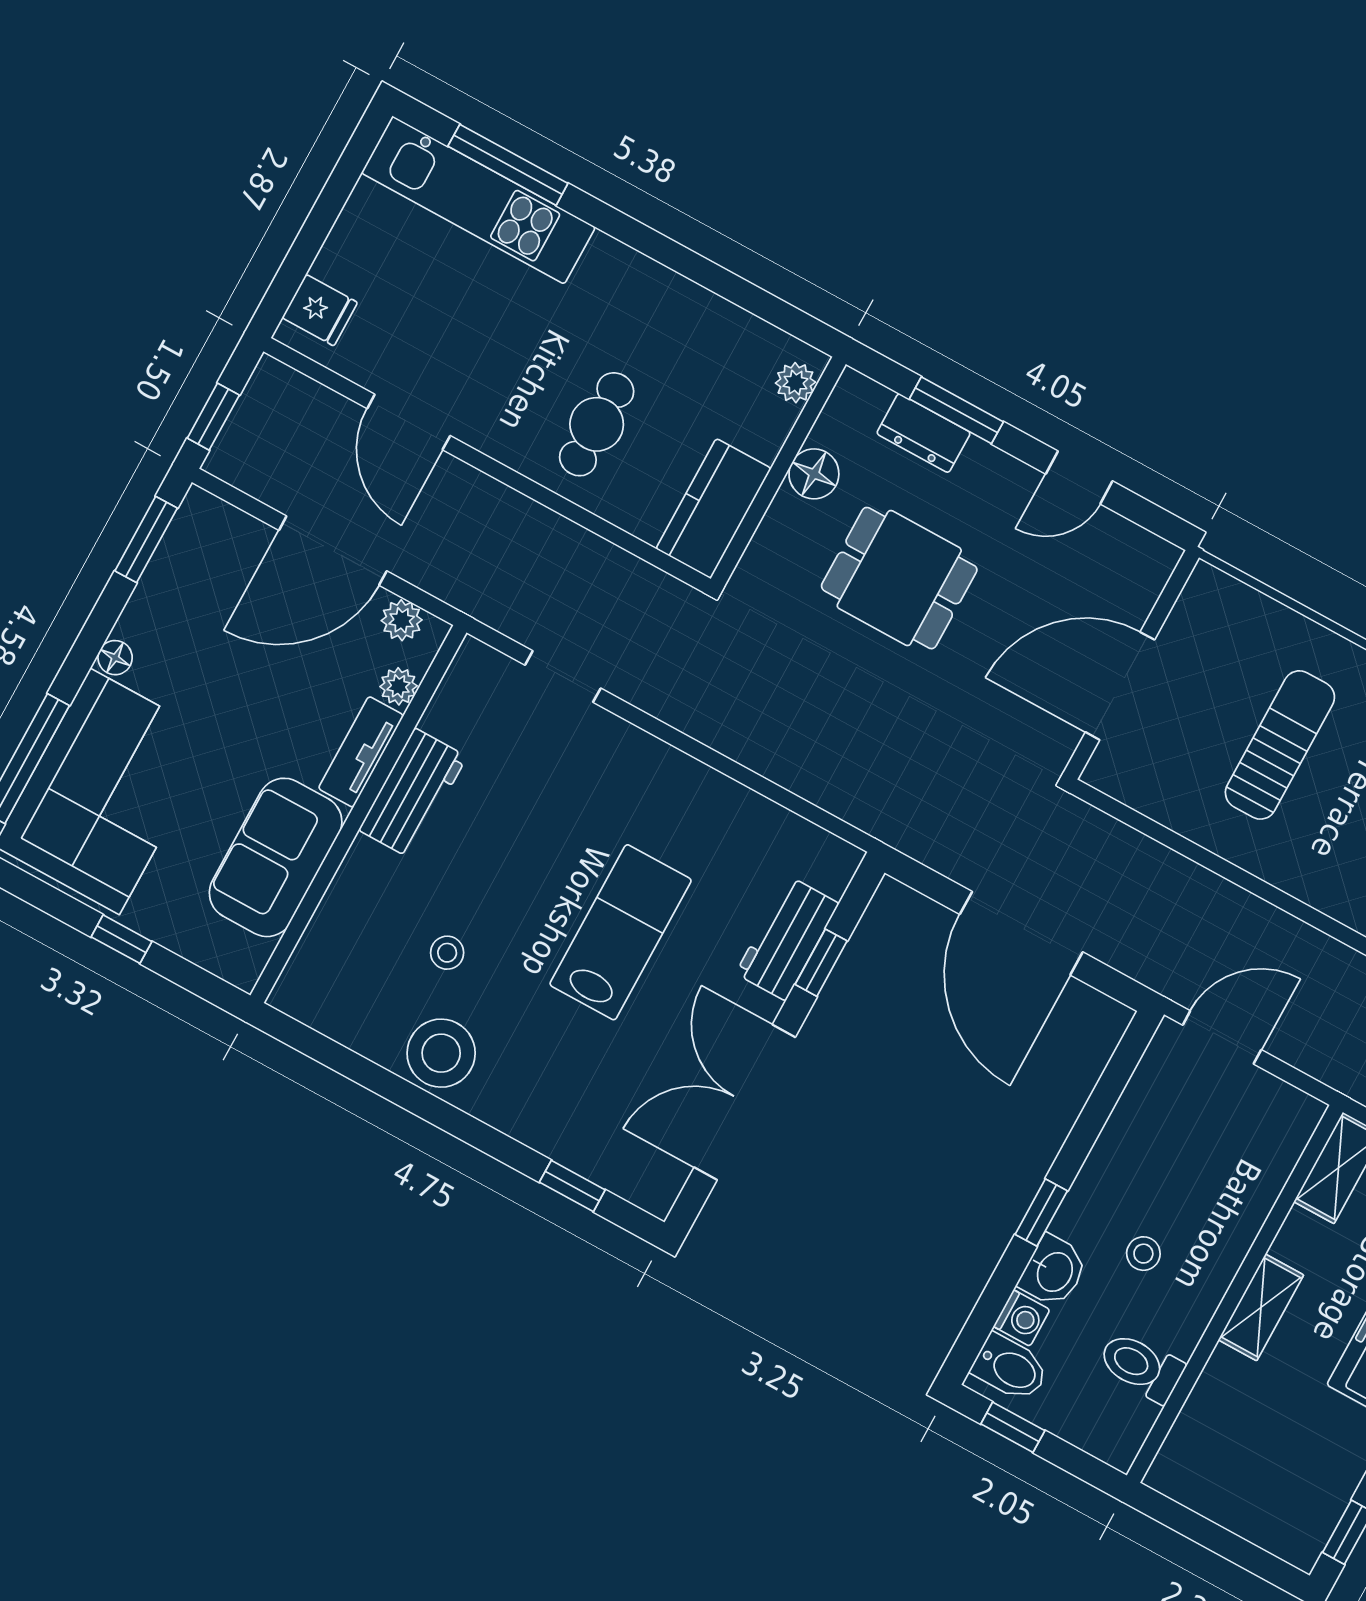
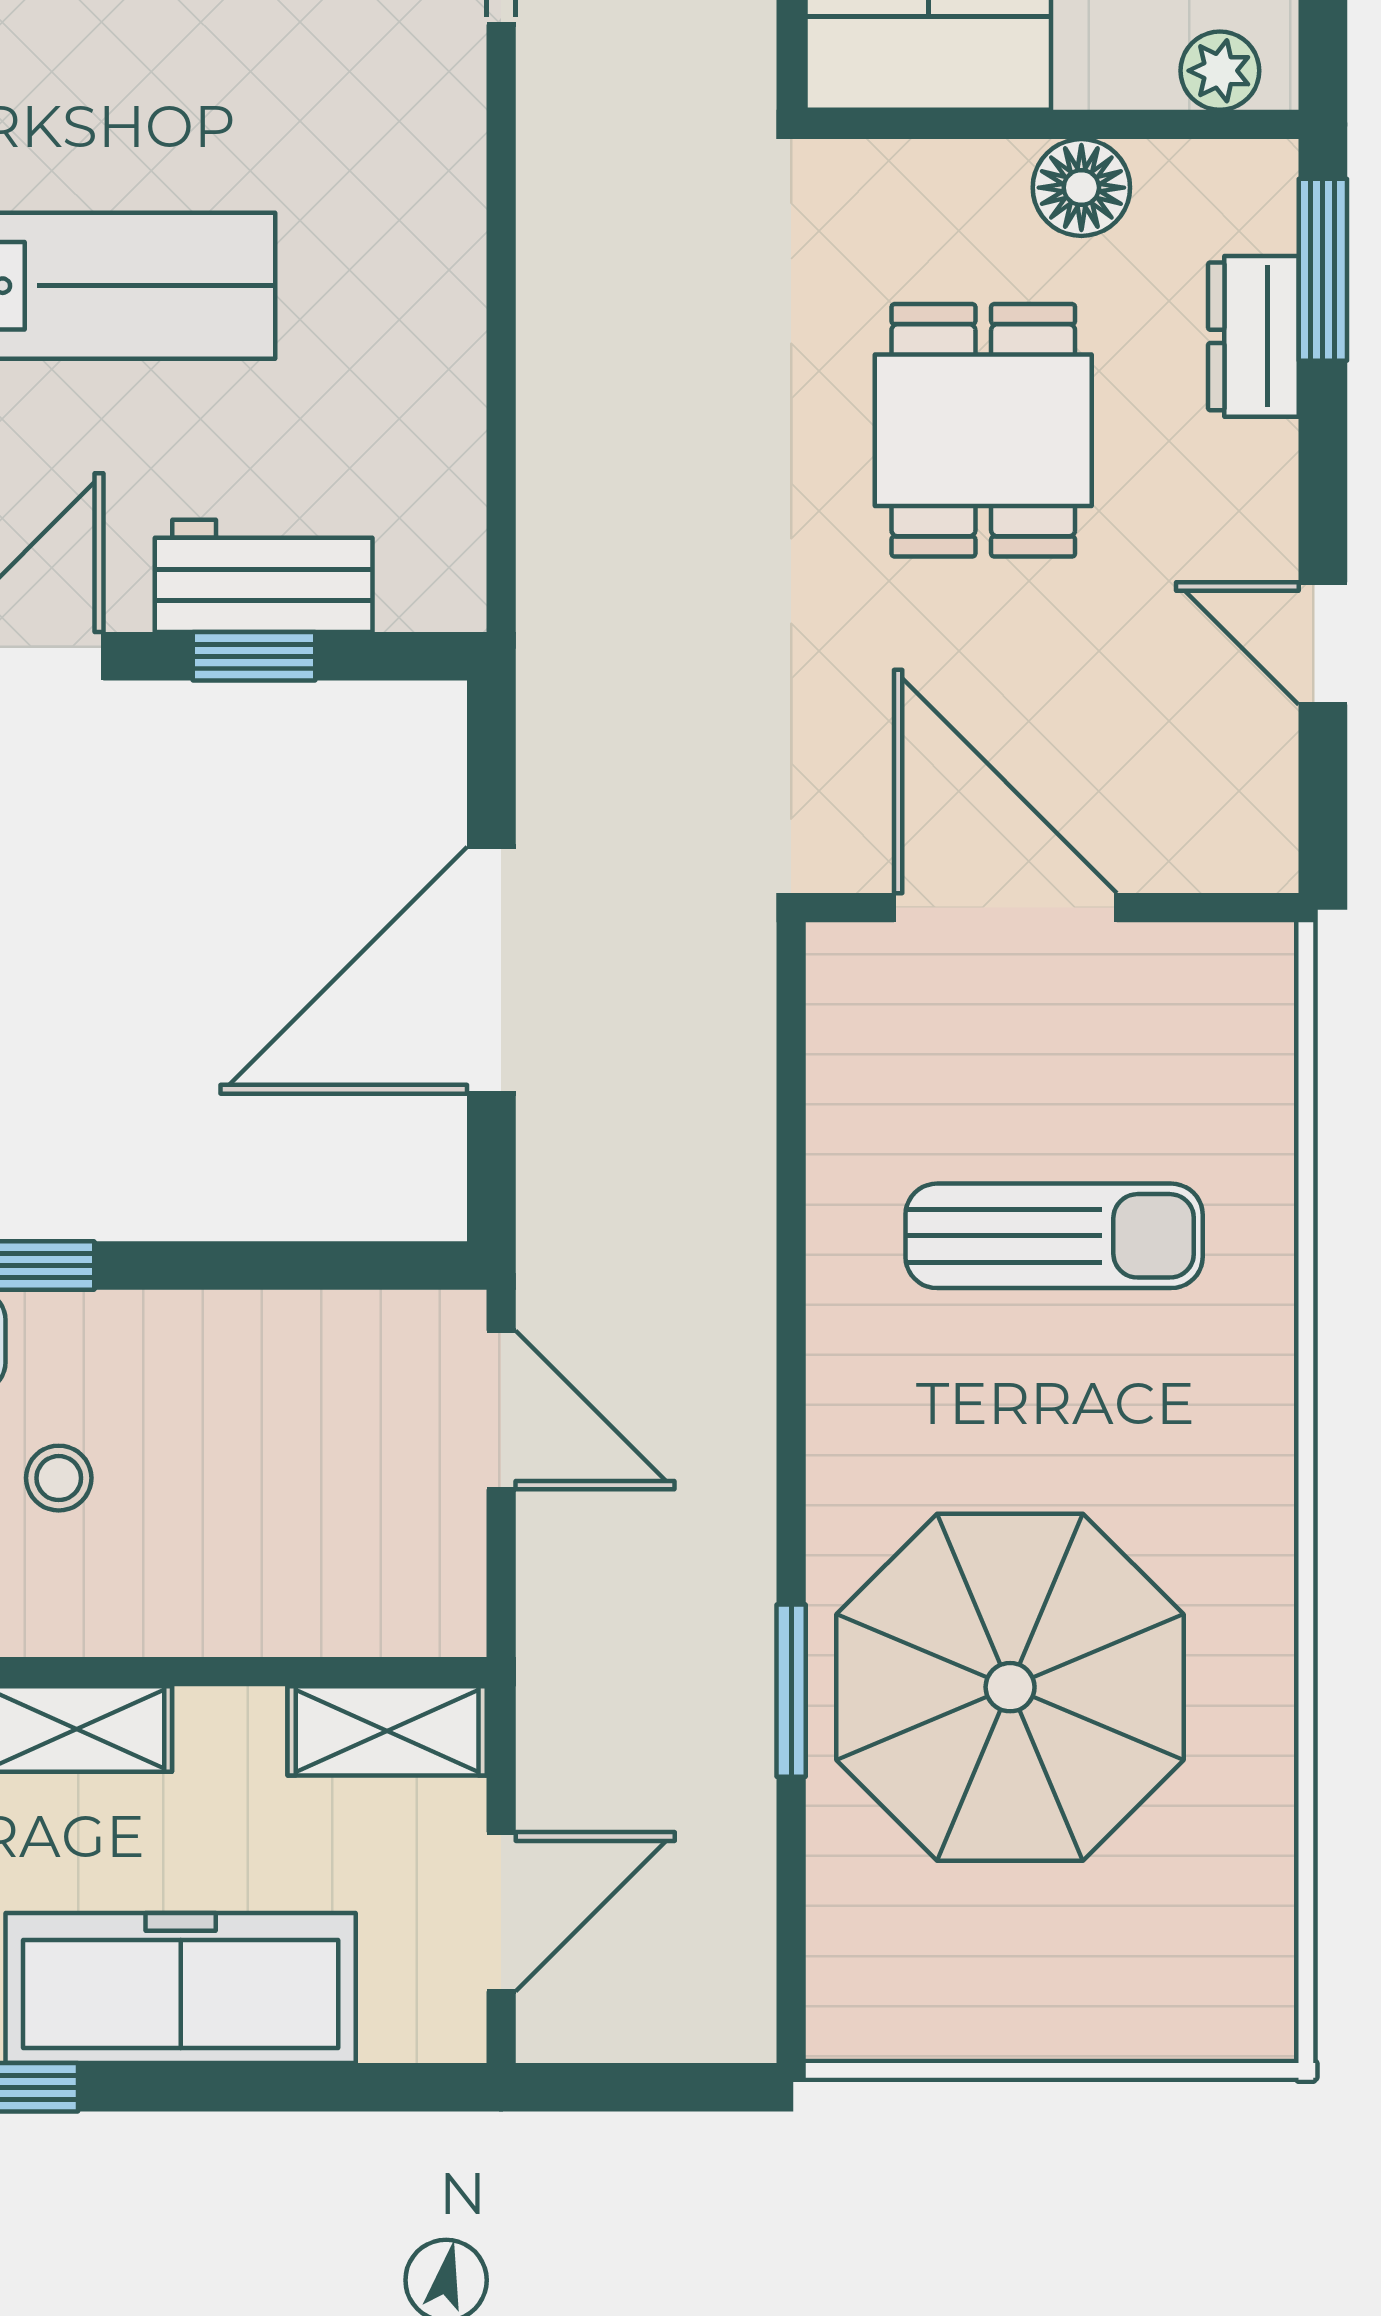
window: (956, 410) -> (1323, 270), moved

